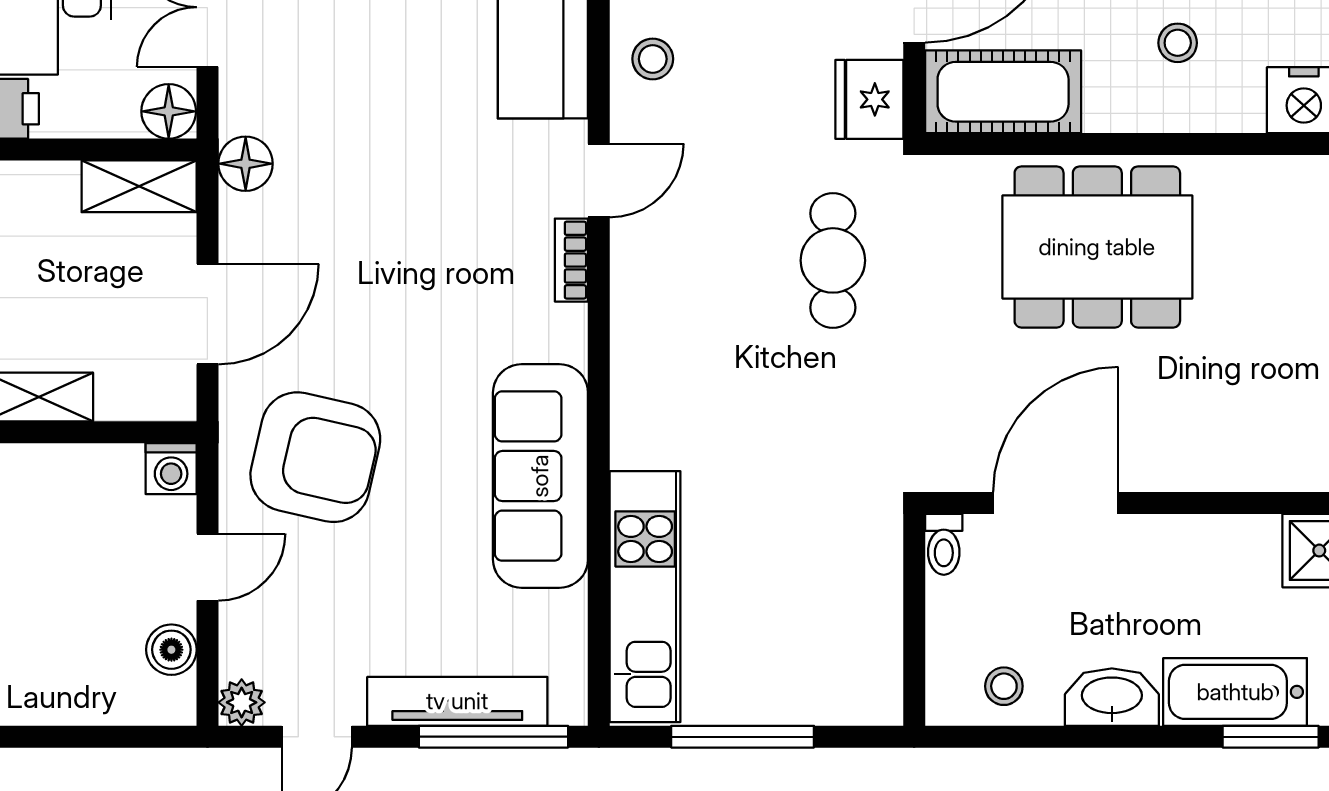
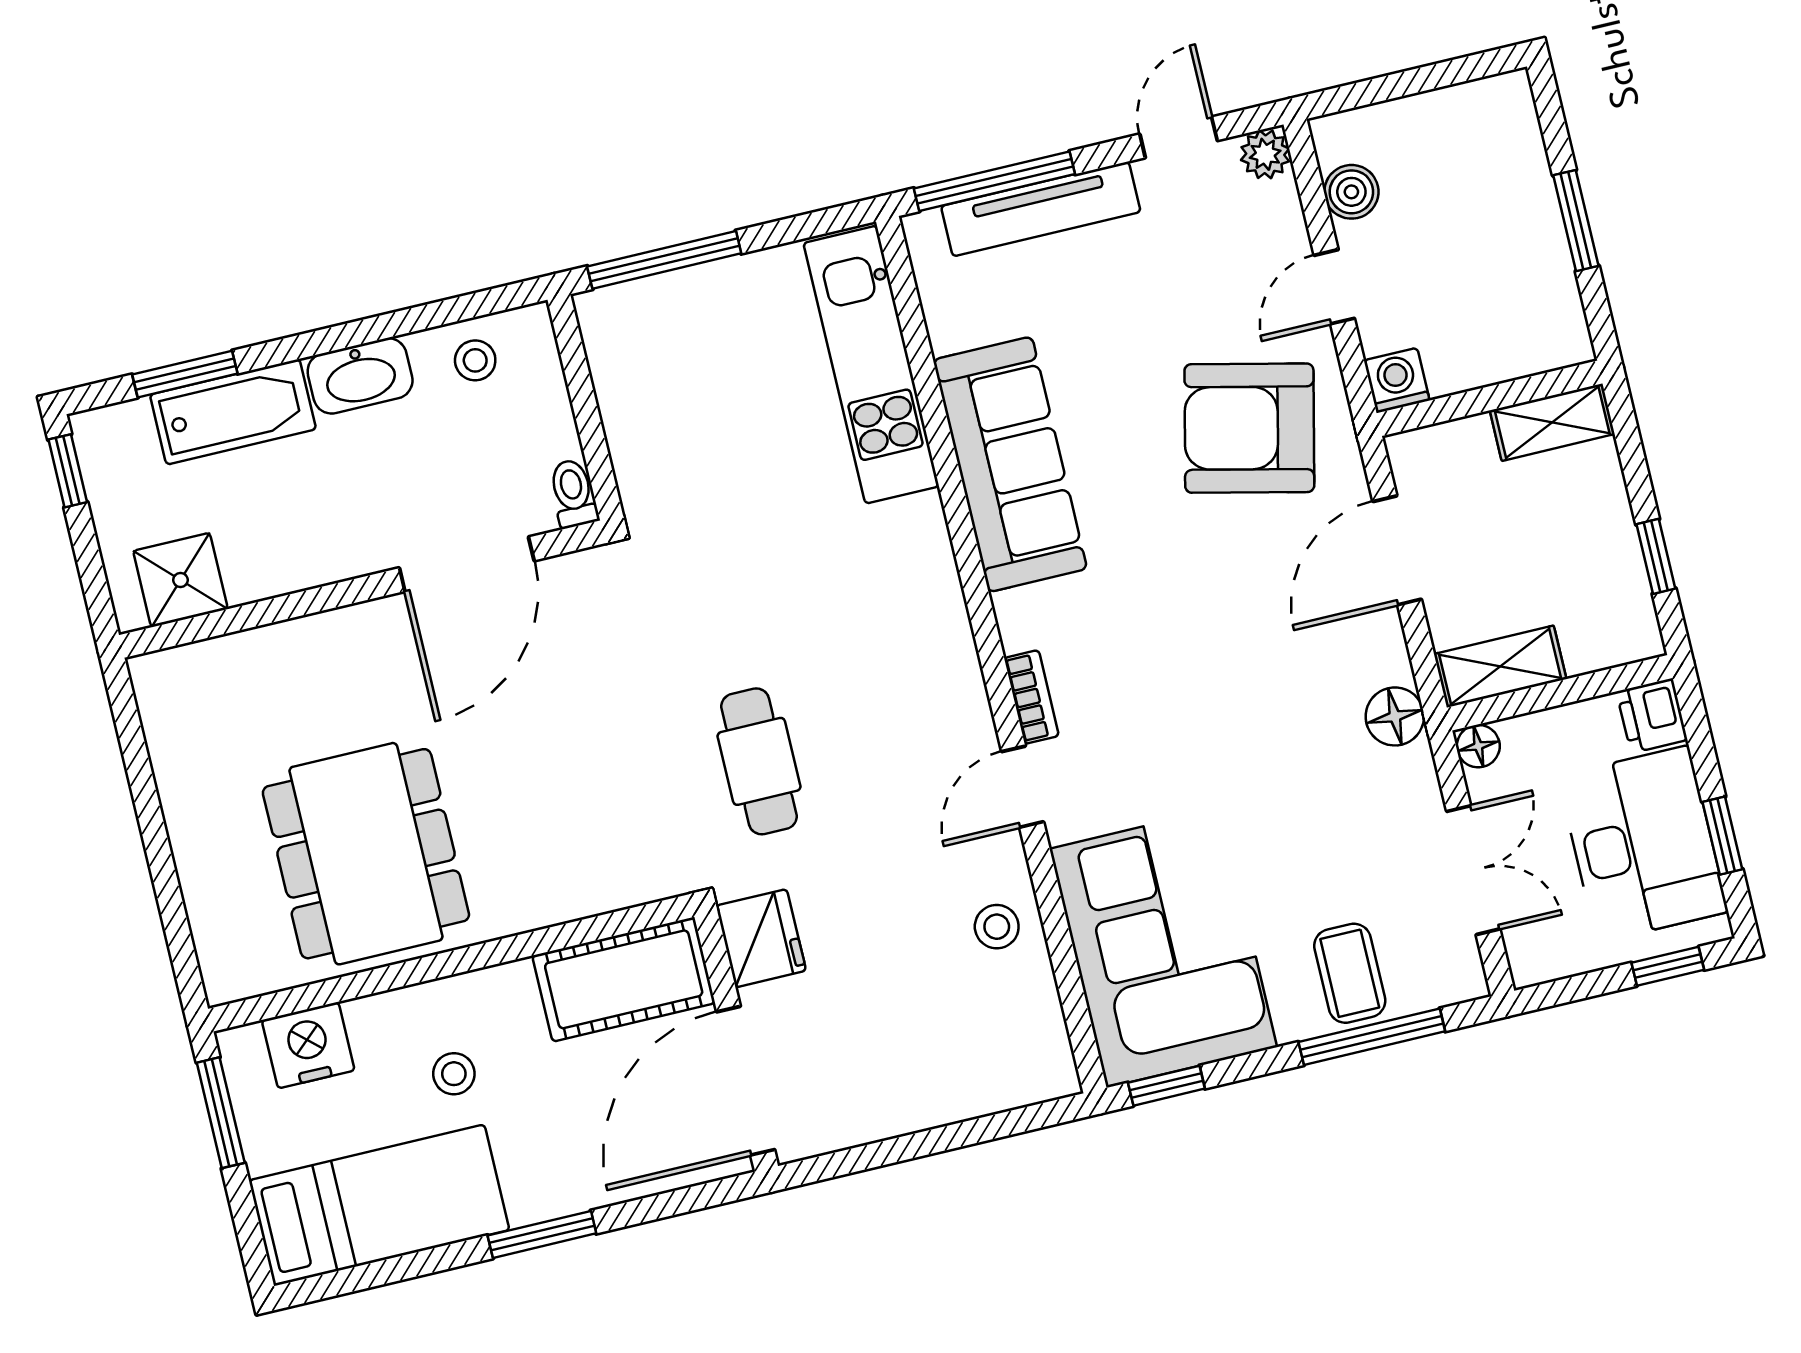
floor lamp: (169, 111) -> (1478, 746), width x0.73, depth x0.73
dining table: (1097, 247) -> (366, 854), moved, turned 90
window: (743, 737) -> (664, 260), moved

